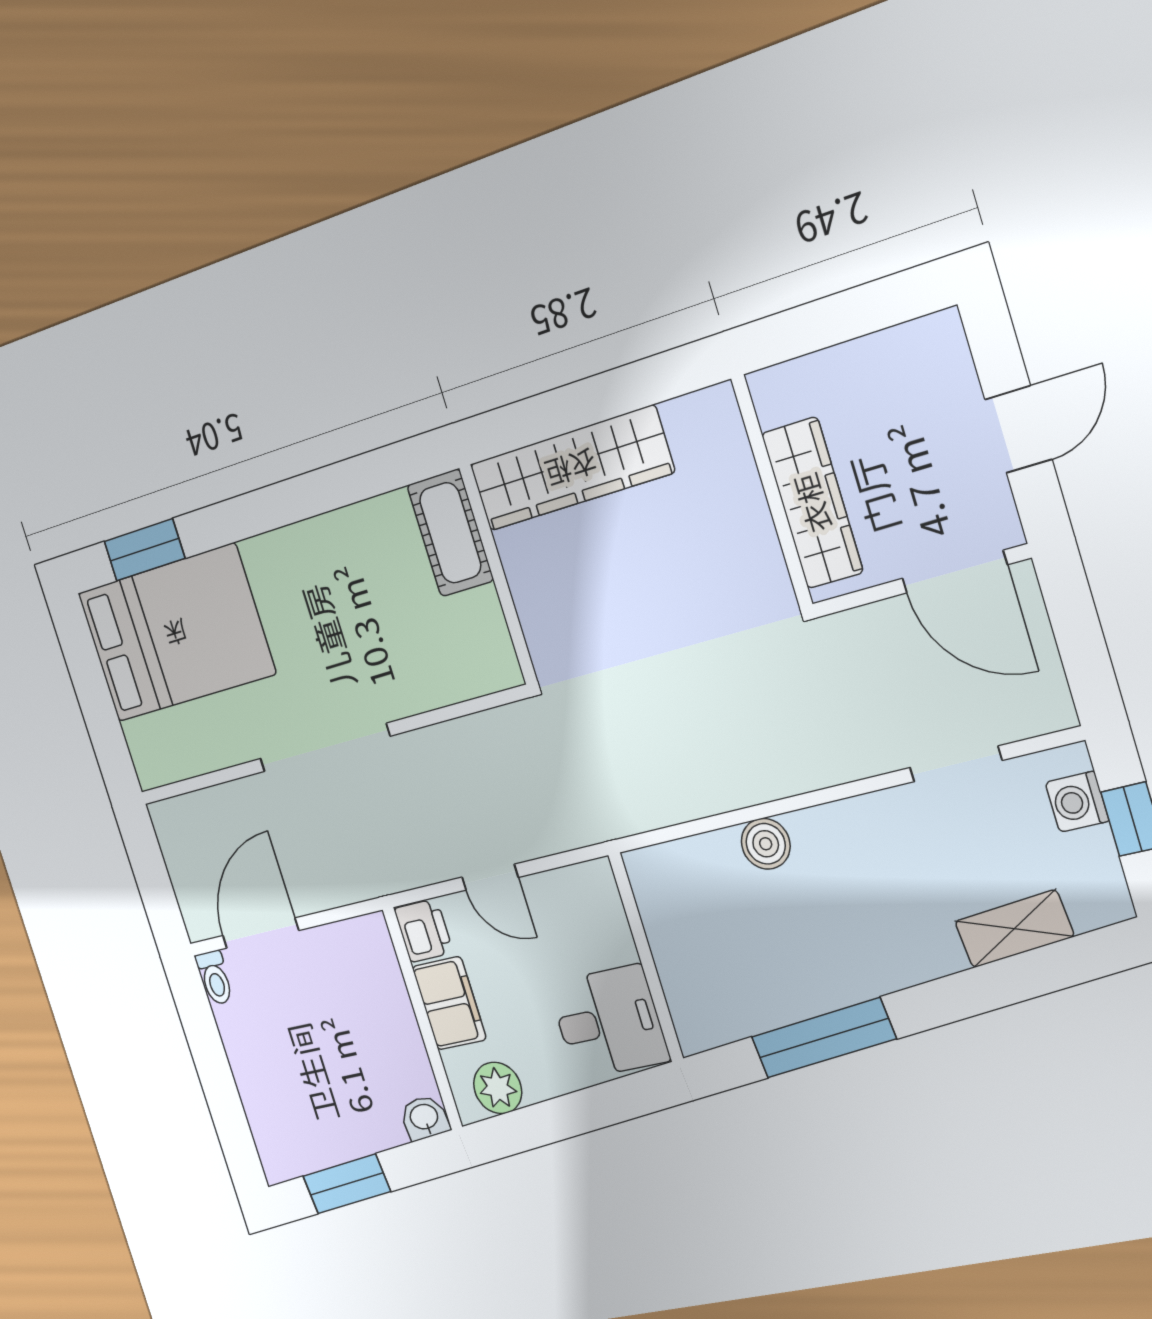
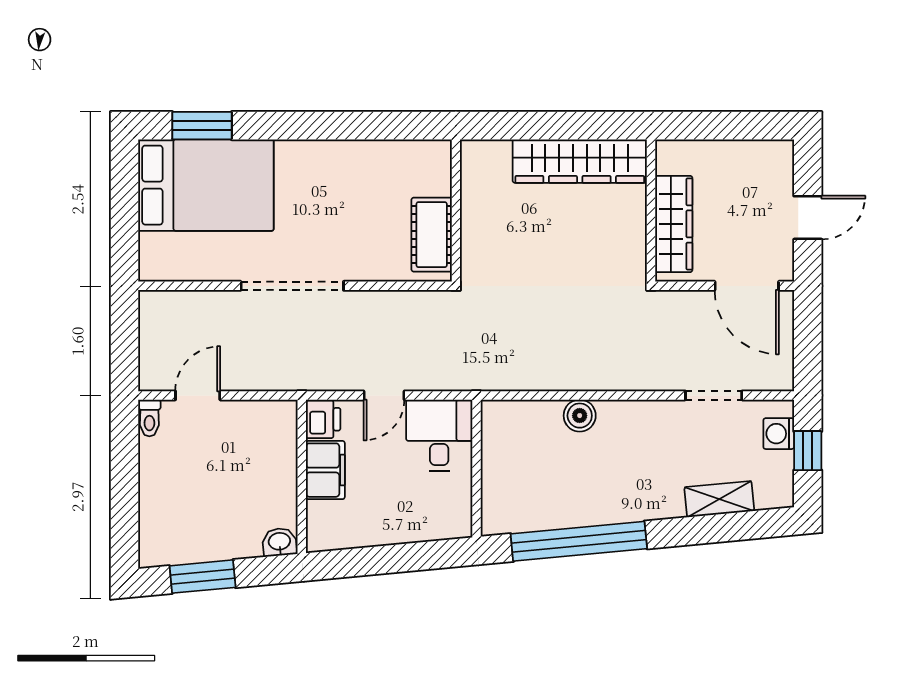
wardrobe: (571, 468) -> (580, 161), moved
cot: (450, 533) -> (432, 235), moved
door: (490, 877) -> (384, 395), hinge flipped
door: (261, 933) -> (198, 395), width x0.73
desk: (609, 1022) -> (439, 435), moved, turned -90
window: (823, 1038) -> (579, 541), width x1.46
plant: (498, 1088) -> (342, 532), removed

